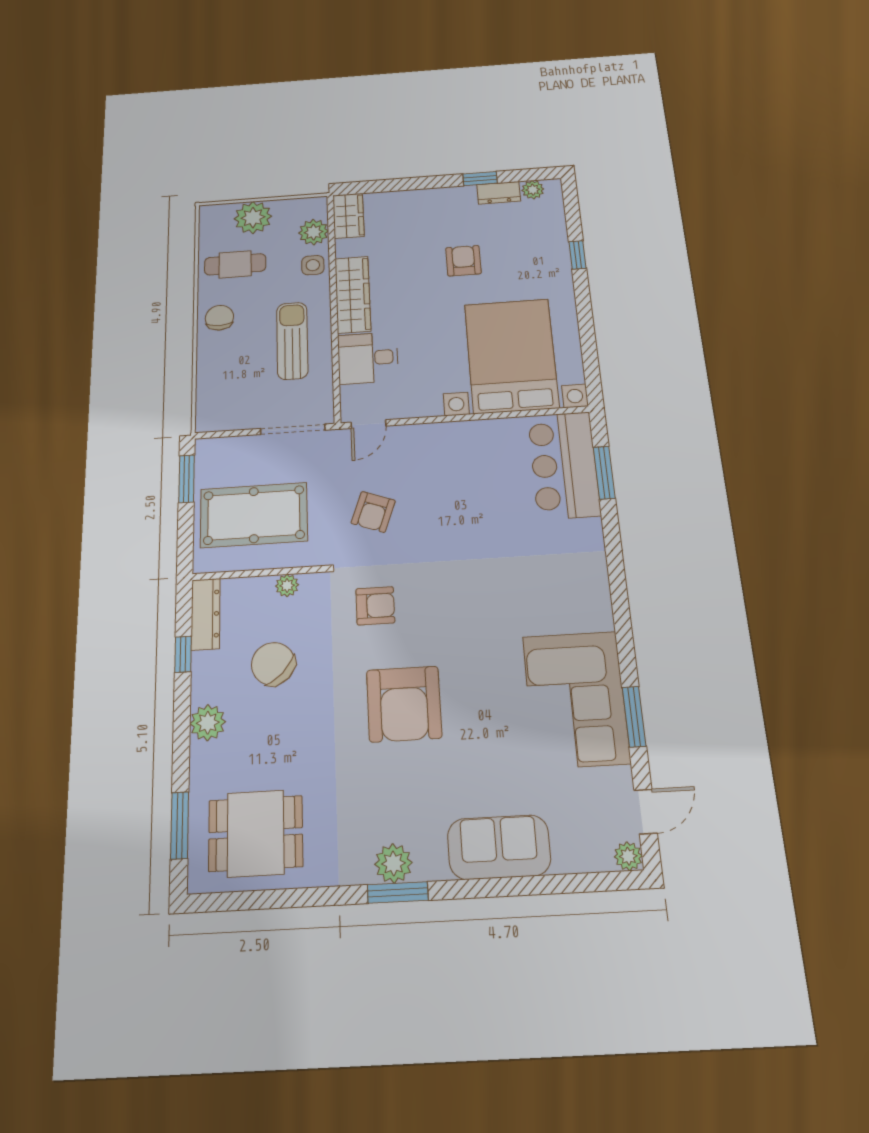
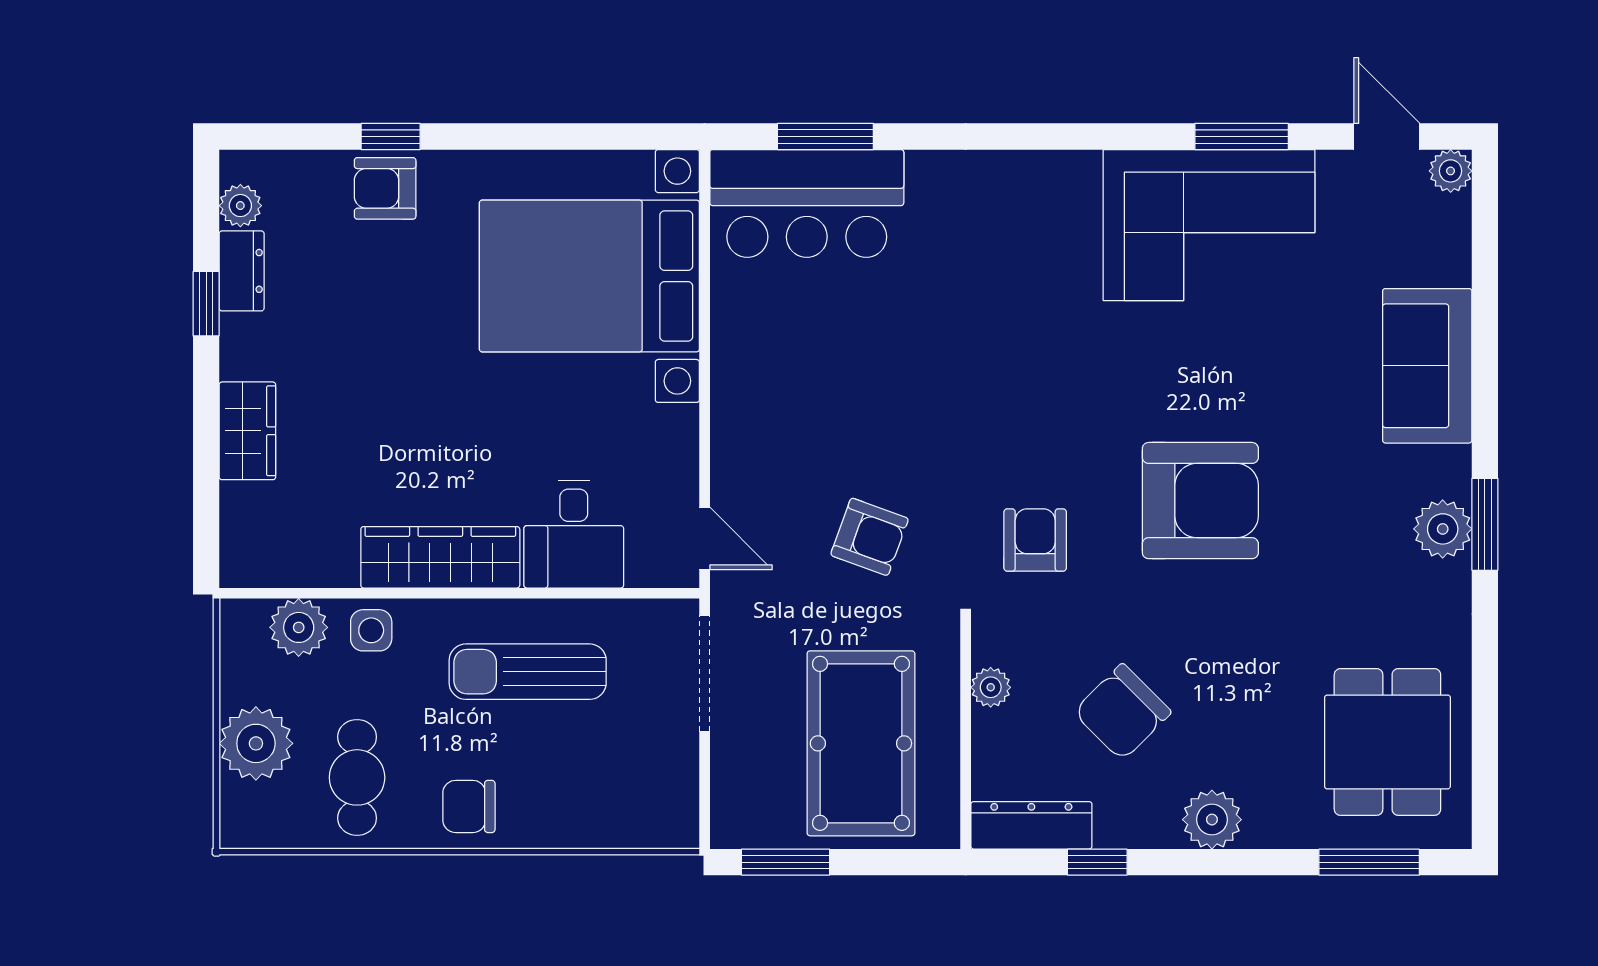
wardrobe: (348, 216) -> (247, 431), moved, turned 90
armchair: (463, 261) -> (385, 188), moved

